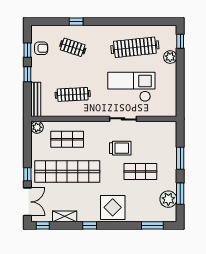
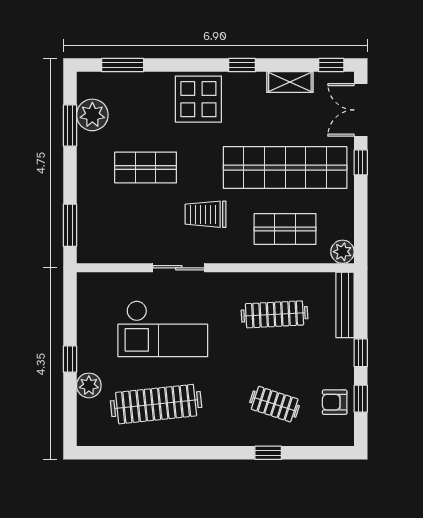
window: (180, 41) -> (70, 359), moved
trolley: (120, 148) -> (206, 214), moved
window: (180, 158) -> (70, 225), moved

